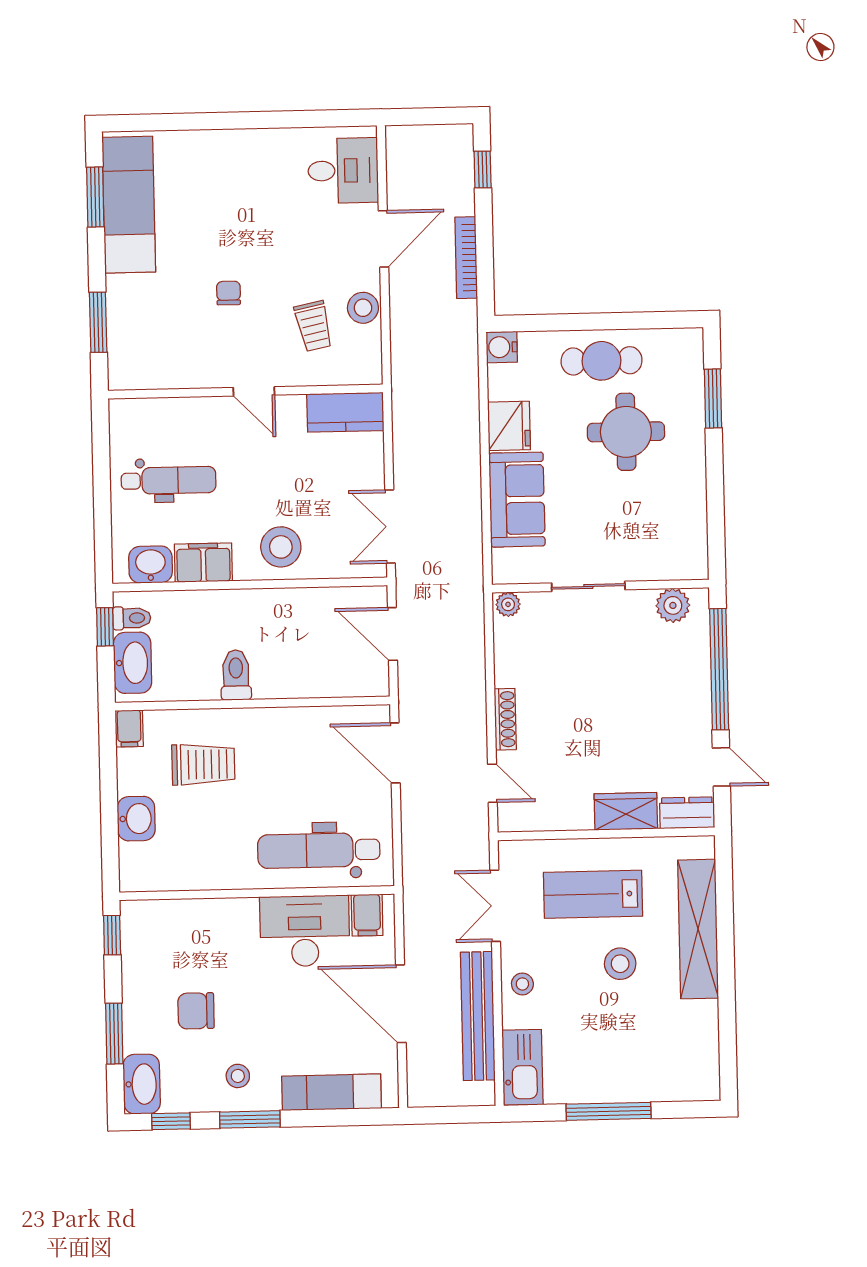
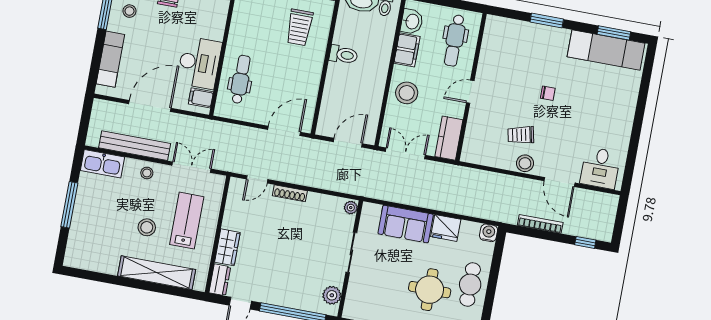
door: (254, 391) -> (470, 92), moved
wall: (245, 392) -> (471, 87), moved
kitchen counter: (345, 412) -> (449, 138), moved
dental chair: (319, 850) -> (241, 79), width x0.73, depth x0.72

